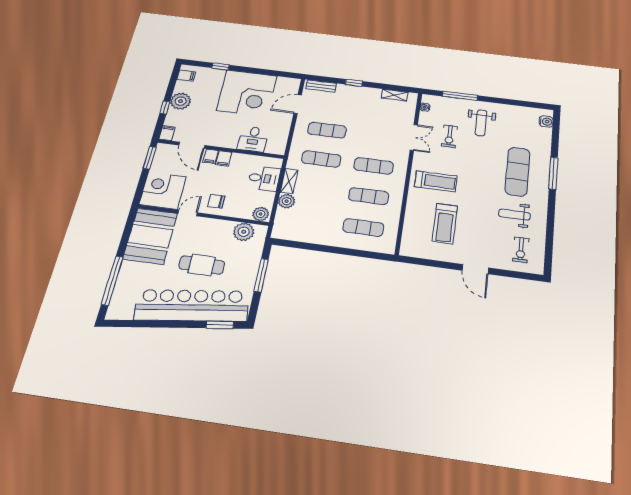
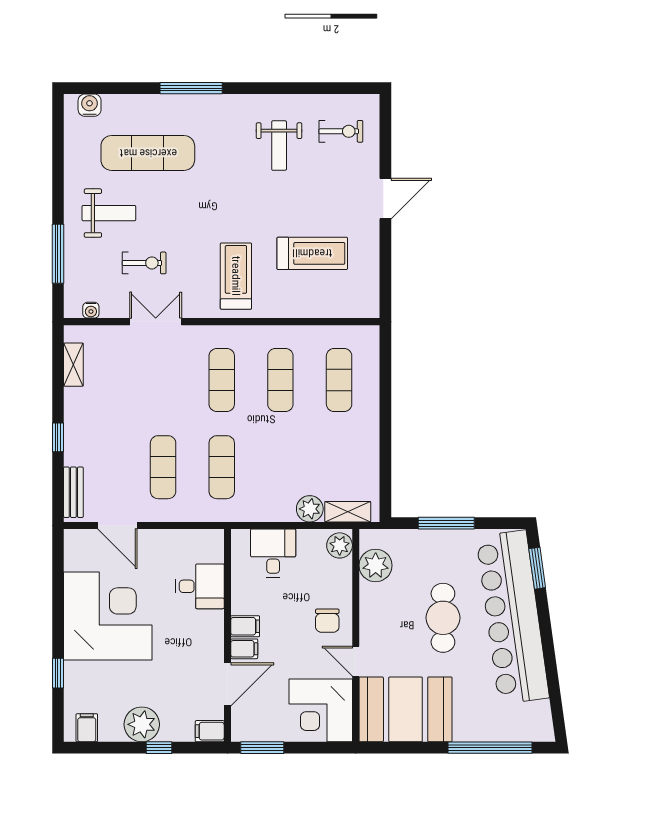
exercise mat: (517, 171) -> (148, 153), moved
shelving: (289, 181) -> (348, 512), moved

